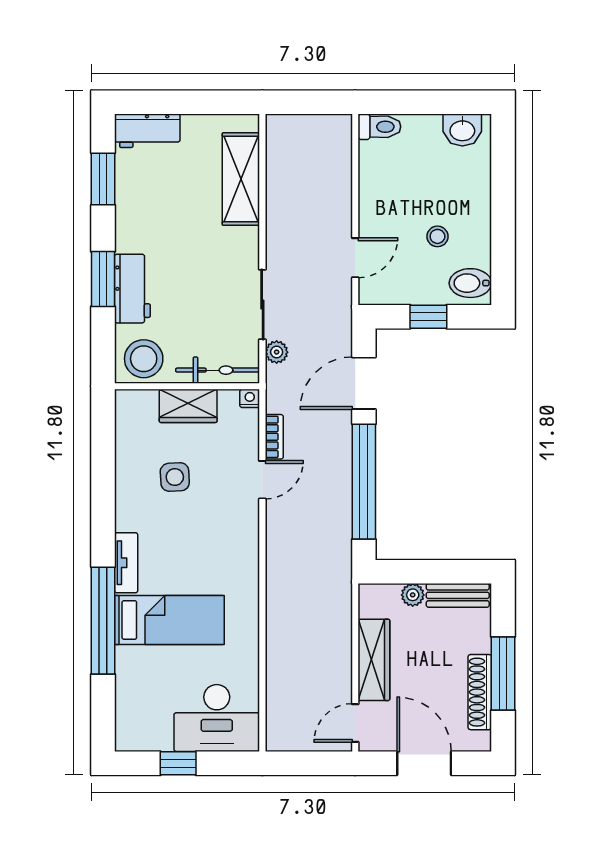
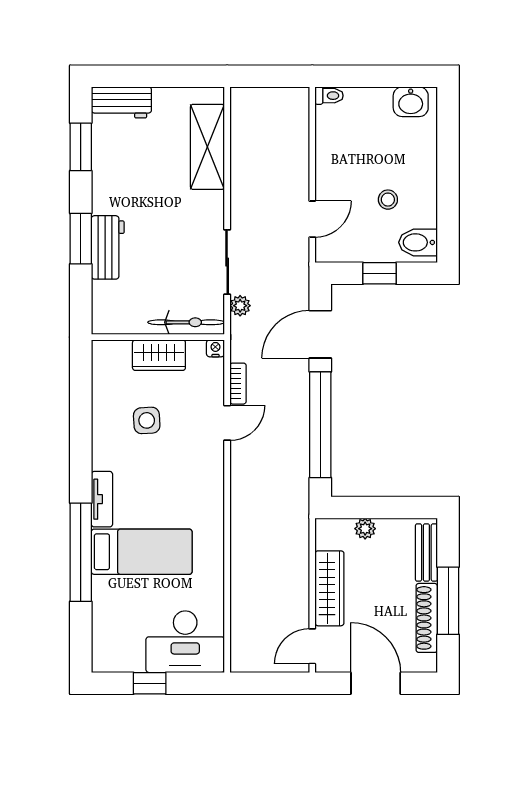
toilet: (379, 127) -> (329, 96), width x0.73, depth x0.72
stool: (144, 359) -> (118, 312), removed
bench: (458, 595) -> (426, 553), moved, turned 90

